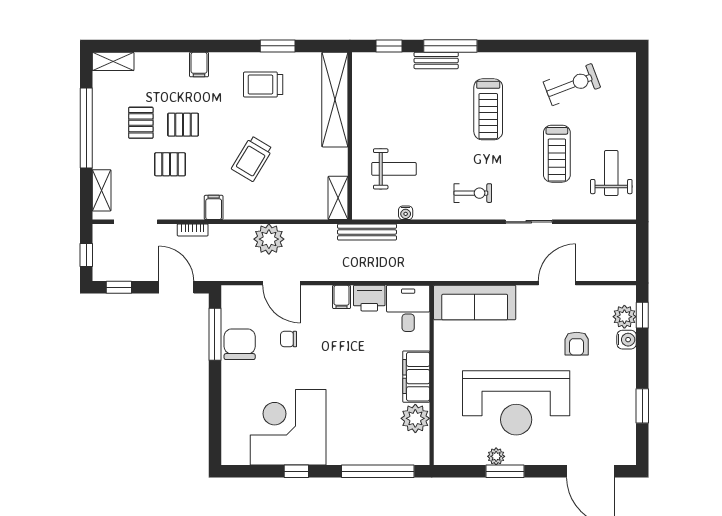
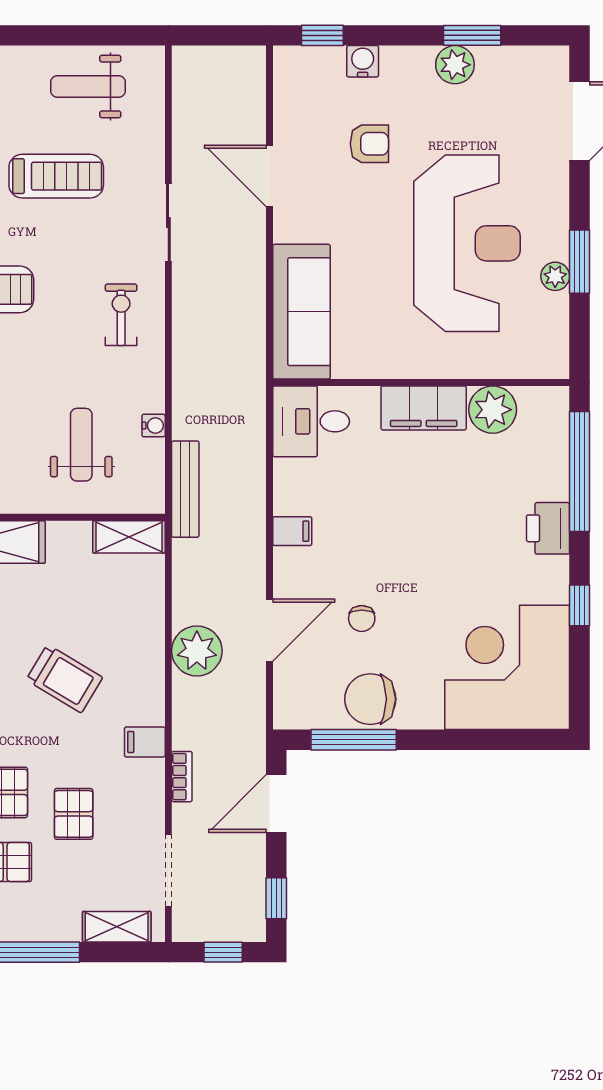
printer: (369, 298) -> (548, 528), moved, turned 180
plant: (624, 317) -> (455, 65), moved
corner desk: (288, 427) -> (507, 667), moved, turned 90

